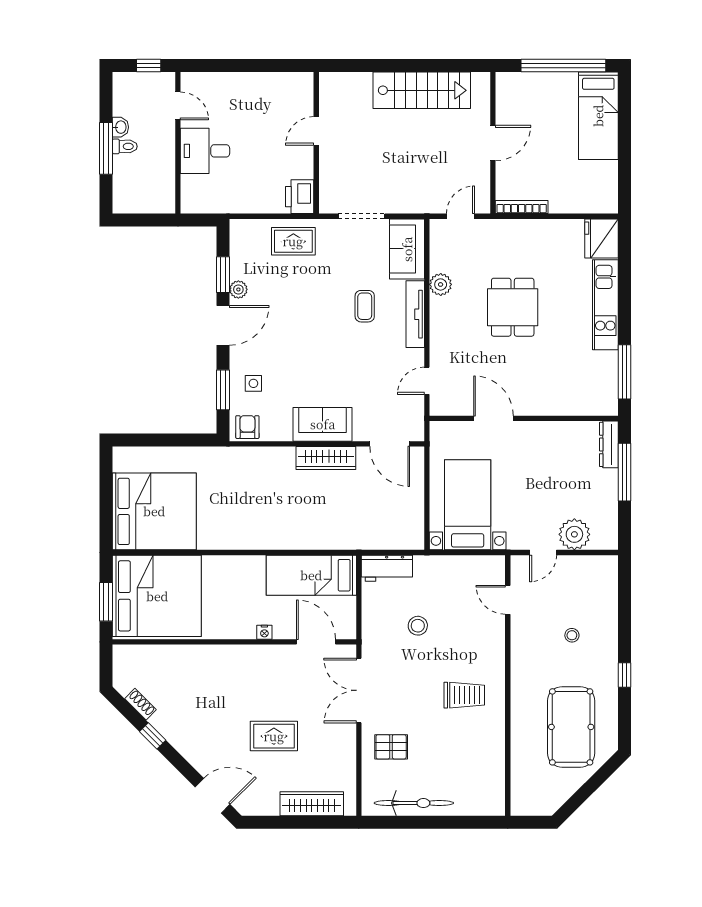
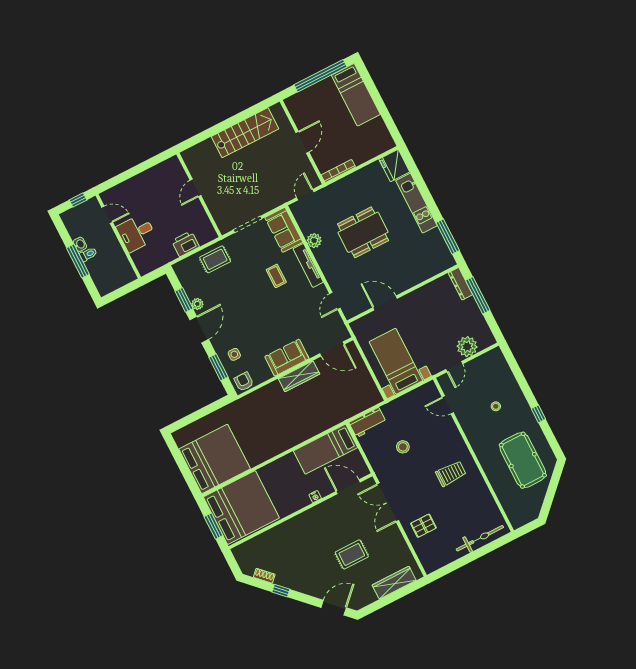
printer: (300, 197) -> (185, 244), moved, turned 90
dining table: (513, 307) -> (363, 232), width x1.37
bicycle: (414, 803) -> (480, 538), moved

